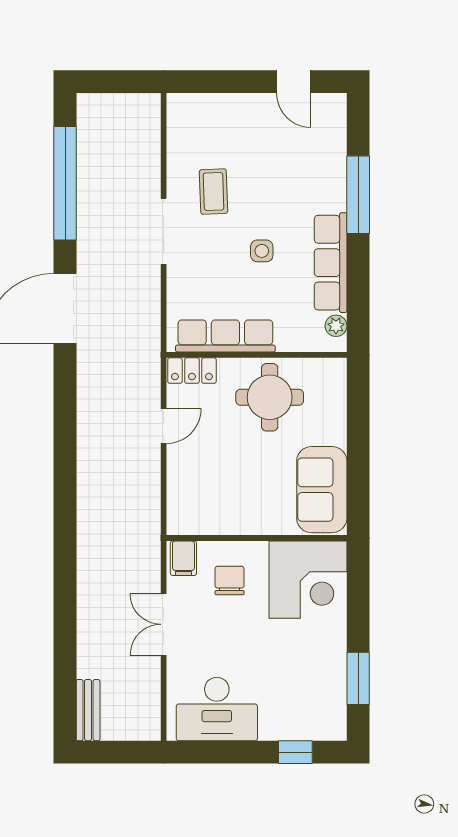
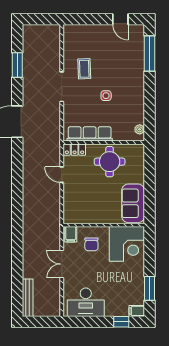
window: (65, 183) -> (17, 65), width x0.47
window: (358, 195) -> (149, 54), moved
row of seats: (331, 263) -> (137, 101), removed
door: (164, 426) -> (62, 175), swing flipped
chair: (230, 581) -> (91, 244), turned 180
bench: (88, 710) -> (28, 298), width x1.36
filing cabinet: (330, 728) -> (137, 311), added

